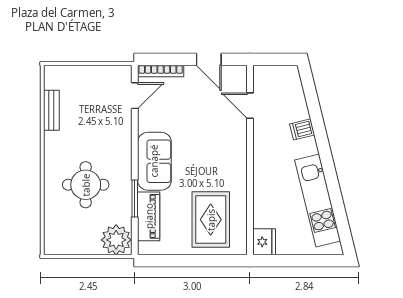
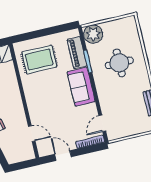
rug: (211, 220) -> (39, 60), turned 90

